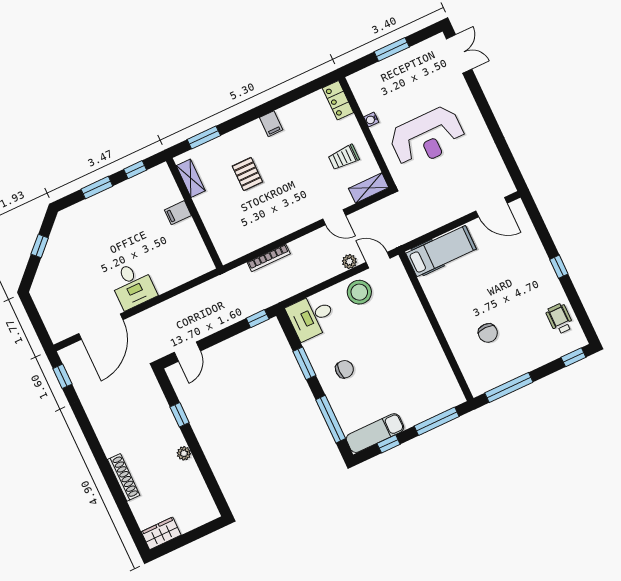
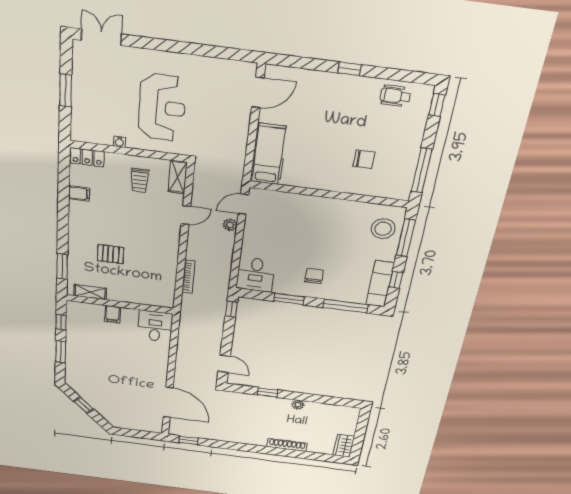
filing cabinet: (271, 124) -> (79, 193), moved
desk: (133, 285) -> (155, 326), moved, turned -90
stool: (359, 292) -> (383, 229), moved

